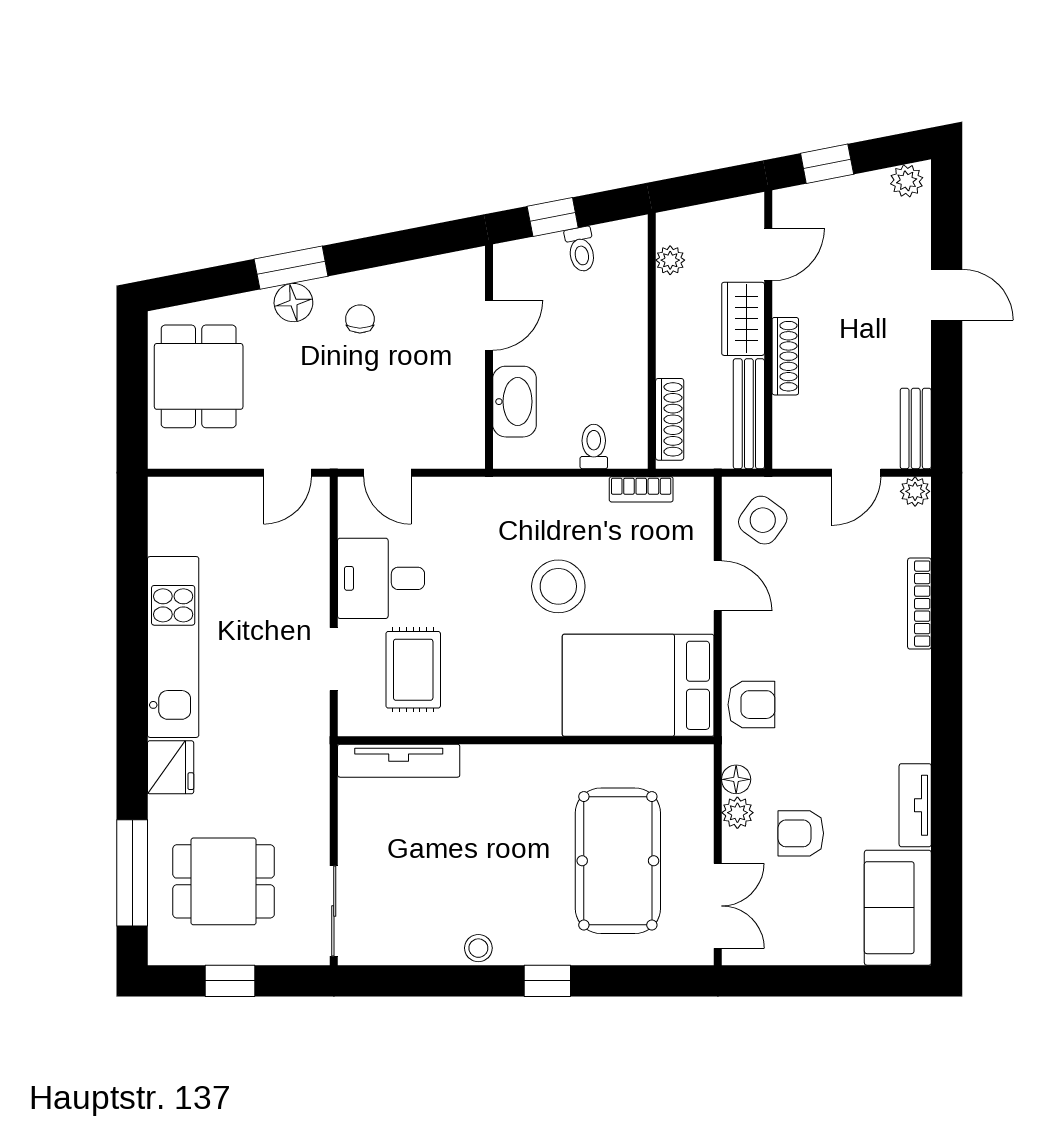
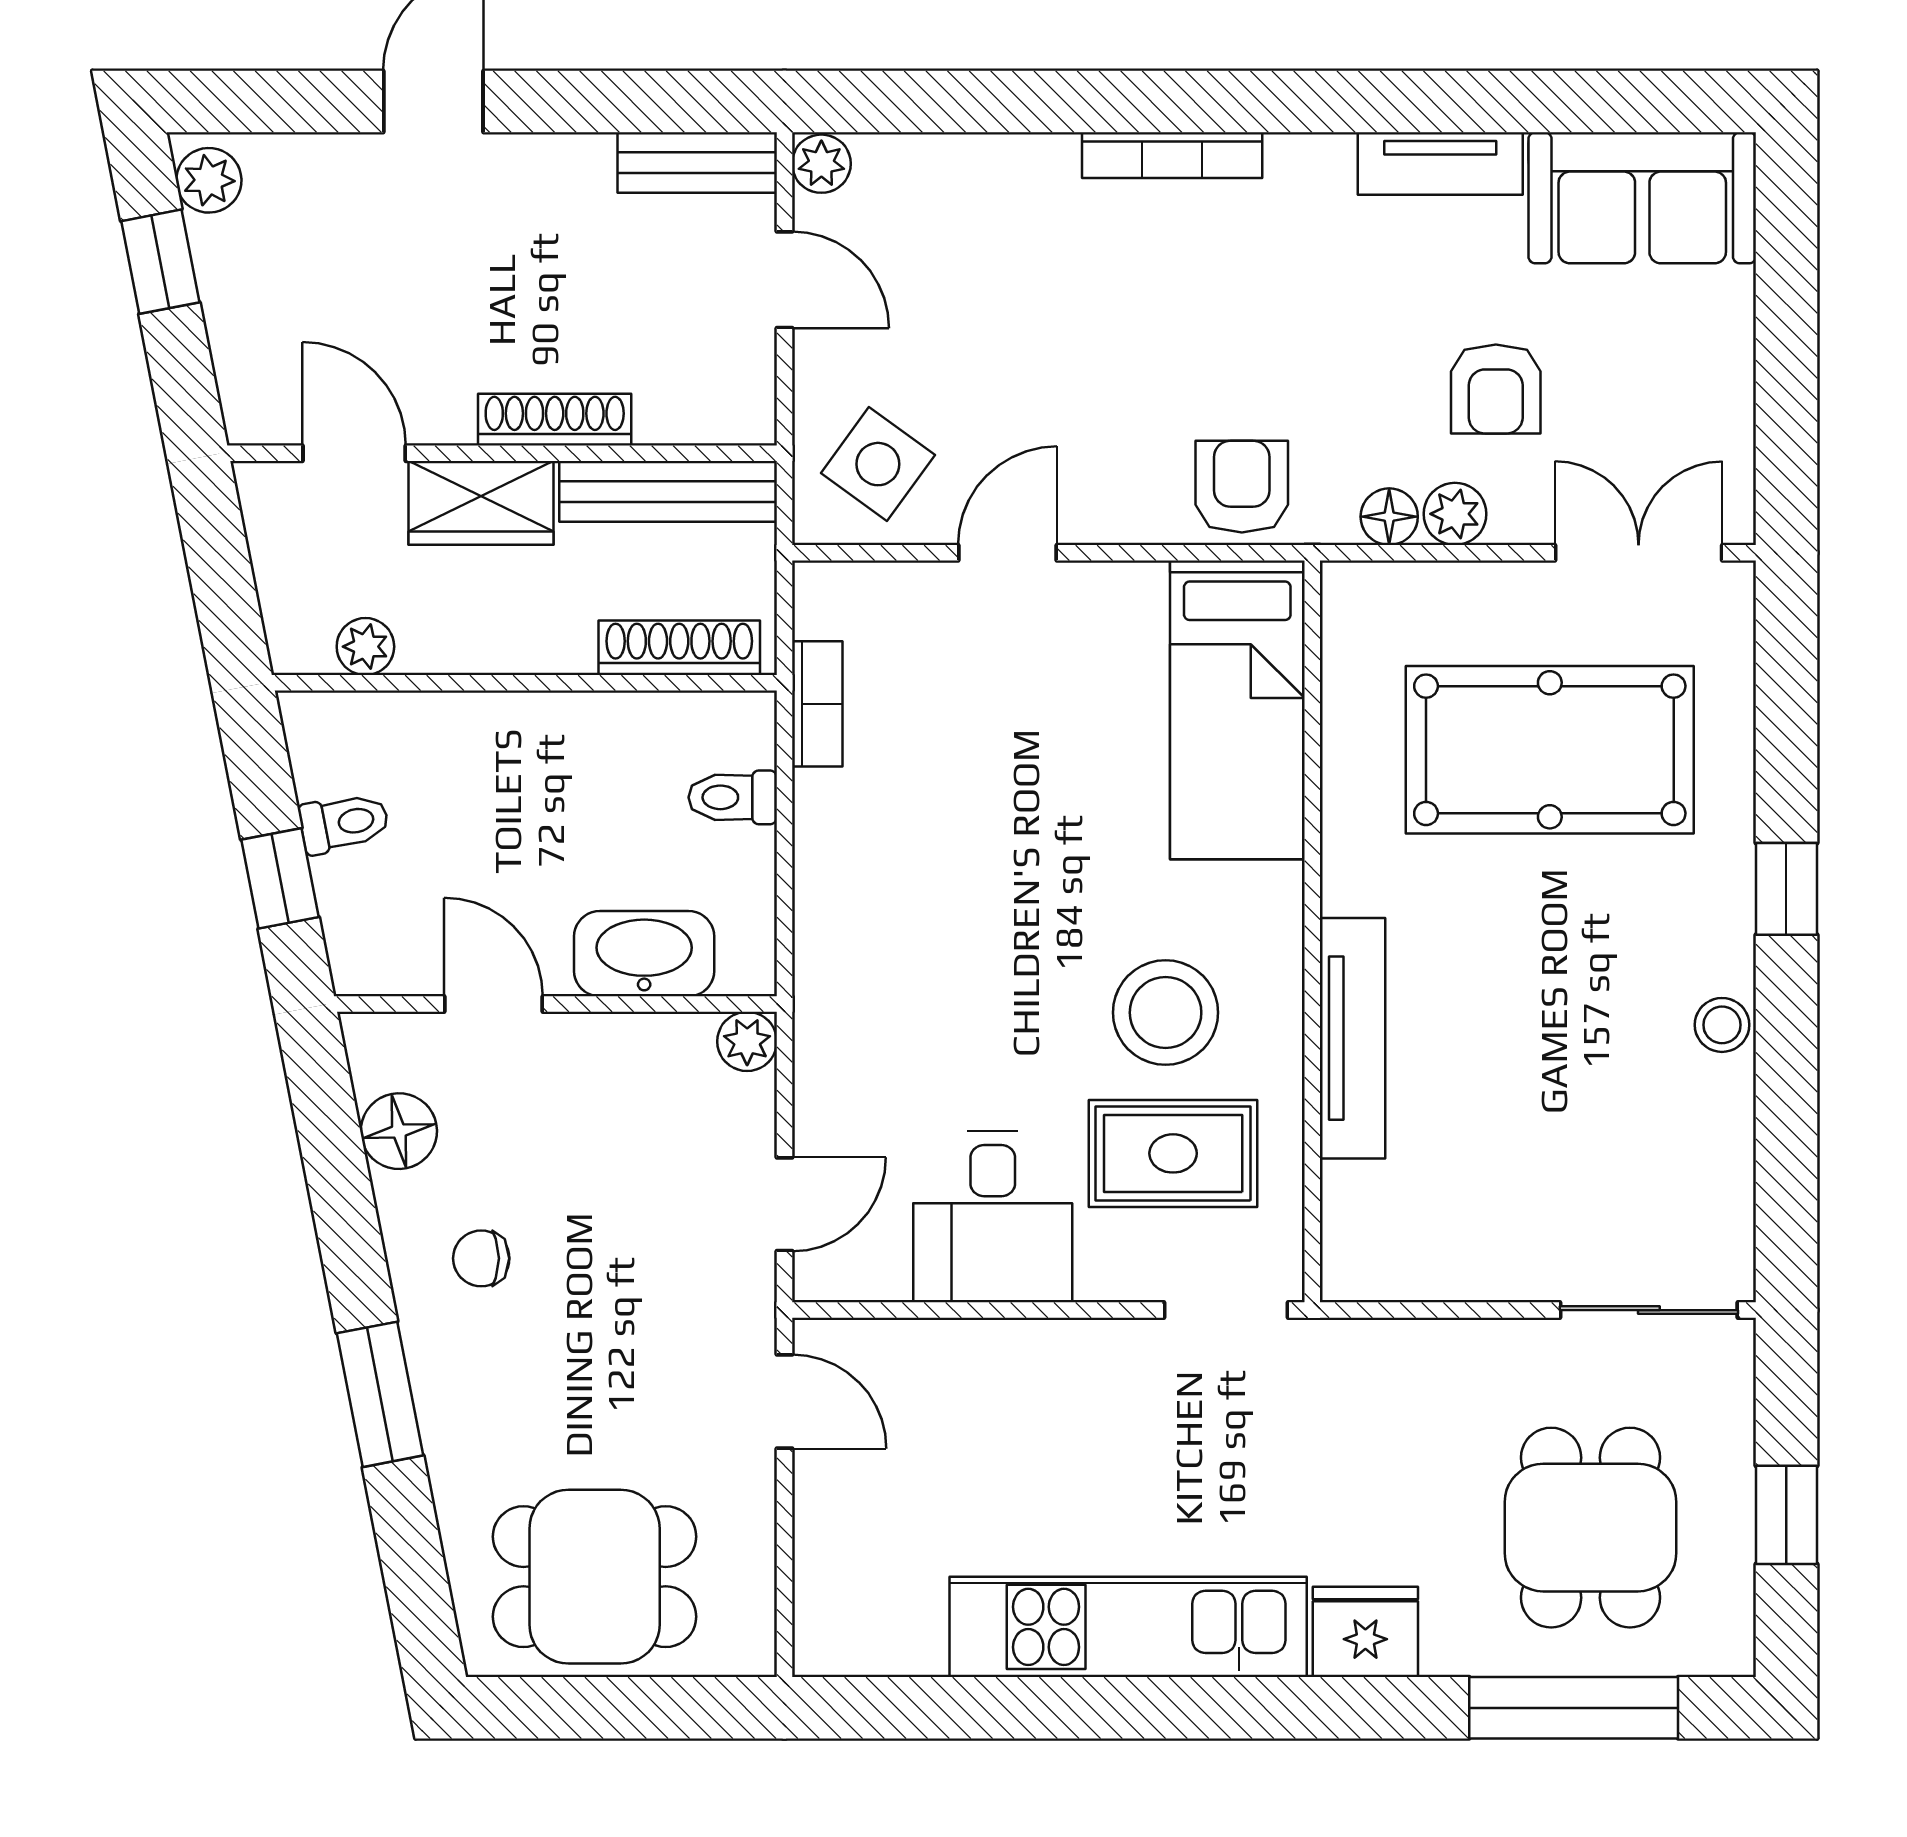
window: (827, 164) -> (160, 262), moved
floor lamp: (293, 303) -> (399, 1131), moved
plant: (470, 454) -> (747, 1041), added
stool: (558, 586) -> (1166, 1013), moved
bookcase: (919, 604) -> (1172, 155), moved
doorway: (334, 659) -> (1226, 1310), moved
bed: (638, 685) -> (1237, 710), width x0.67
tv unit: (399, 761) -> (1352, 1038), moved

